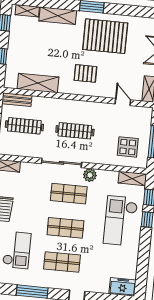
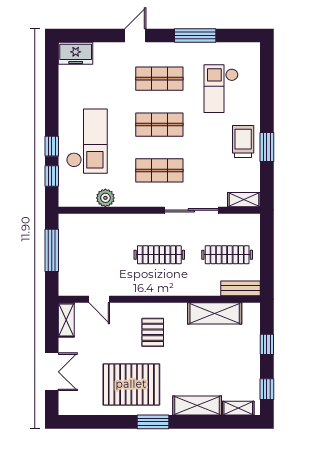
pallet: (85, 73) -> (153, 332), turned 90
display table: (128, 147) -> (87, 240), removed
sliding door: (62, 163) -> (191, 210), moved
plant: (90, 175) -> (105, 198), moved
shelving: (132, 178) -> (77, 199), removed

